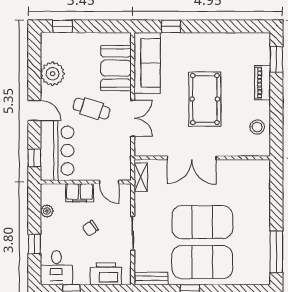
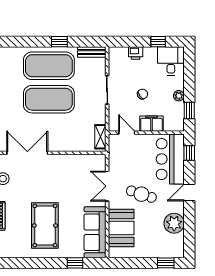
pool table: (205, 99) -> (45, 226), moved
door: (34, 110) -> (189, 193), hinge flipped
double door: (192, 158) -> (27, 153), moved
plant: (47, 211) -> (179, 96), moved
window: (34, 244) -> (189, 111), moved
printer: (106, 274) -> (136, 53), width x0.53, depth x0.68

